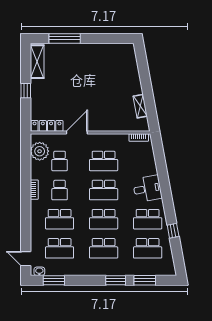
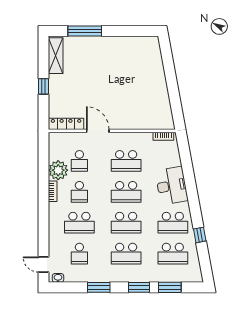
shelving: (140, 106) -> (165, 103), removed
door: (77, 133) -> (98, 131), hinge flipped
plant: (40, 151) -> (58, 170), moved
desk: (147, 189) -> (172, 186), width x1.37
school desk: (60, 248) -> (79, 254), width x0.54
window: (54, 280) -> (99, 287), moved

